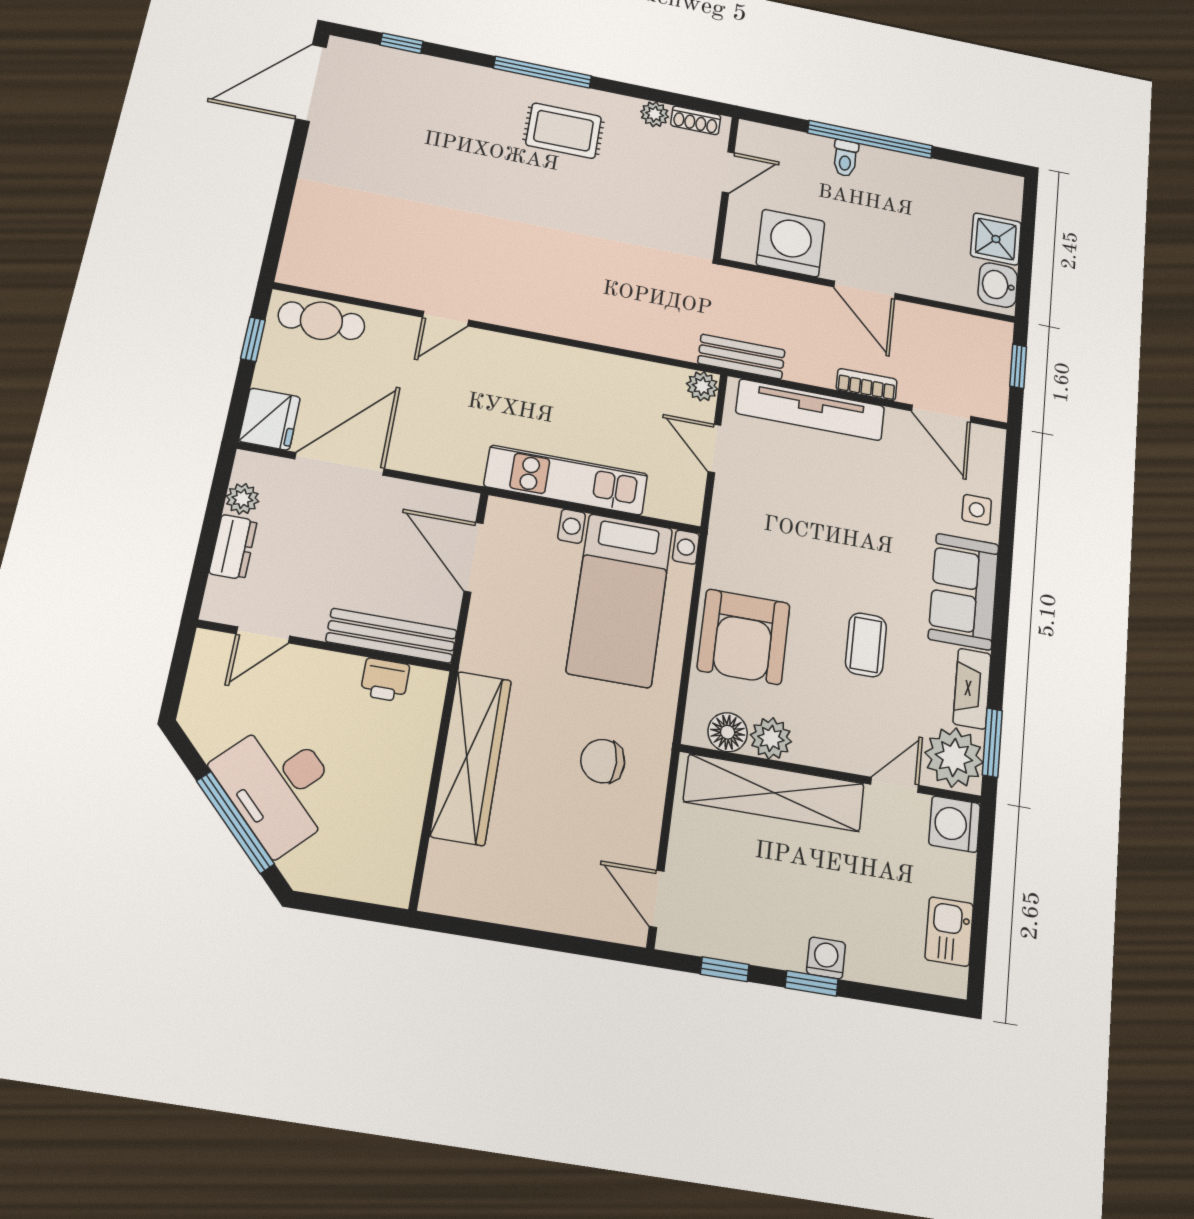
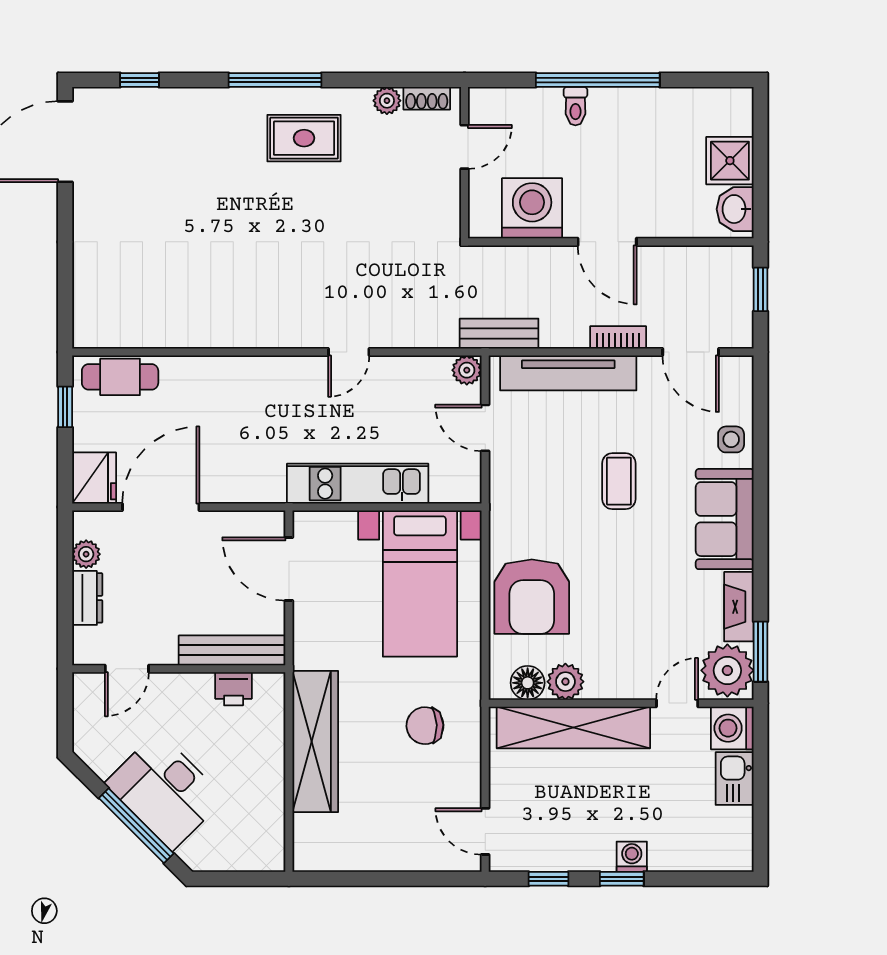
door: (446, 319) -> (349, 352), moved
coffee table: (866, 645) -> (619, 481), moved
kitchen sink: (949, 931) -> (735, 779), moved

